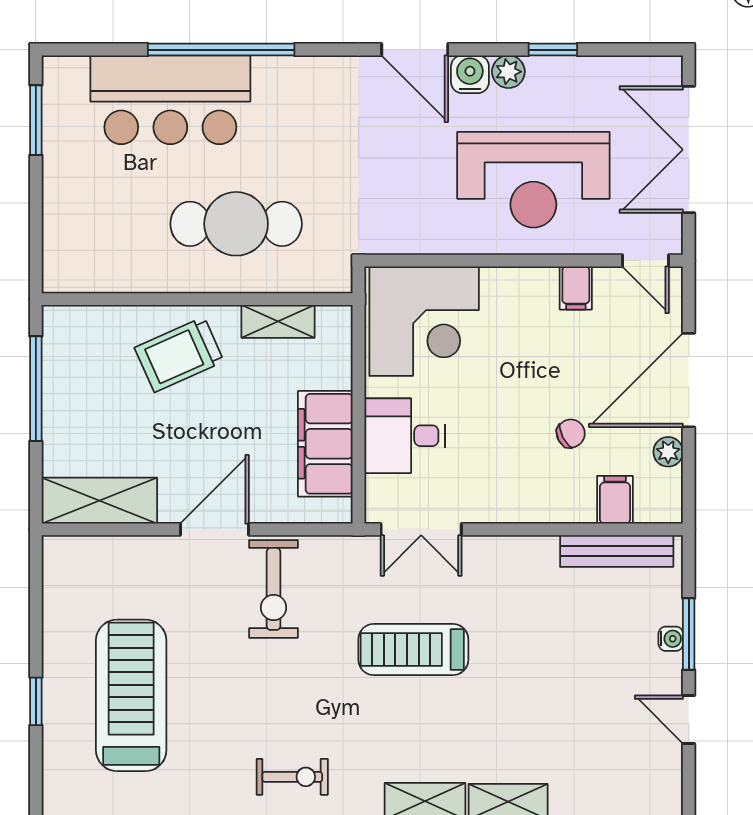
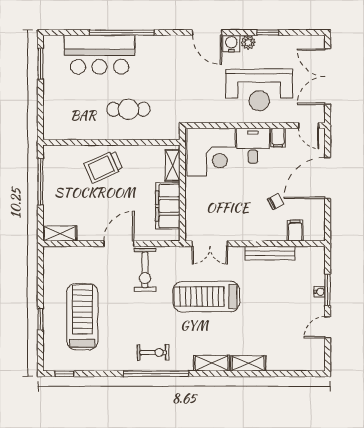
cafe table: (236, 224) -> (128, 109), width x0.73, depth x0.74
shelving: (278, 321) -> (173, 165), moved, turned 90
desk: (405, 436) -> (253, 146), moved, turned 90
plant: (668, 452) -> (318, 210), removed
shelving: (99, 501) -> (60, 234), width x0.67, depth x0.75
bench: (617, 551) -> (270, 253), moved
treadmill: (413, 649) -> (206, 297), width x1.37, depth x1.38
door: (689, 720) -> (328, 327), hinge flipped

